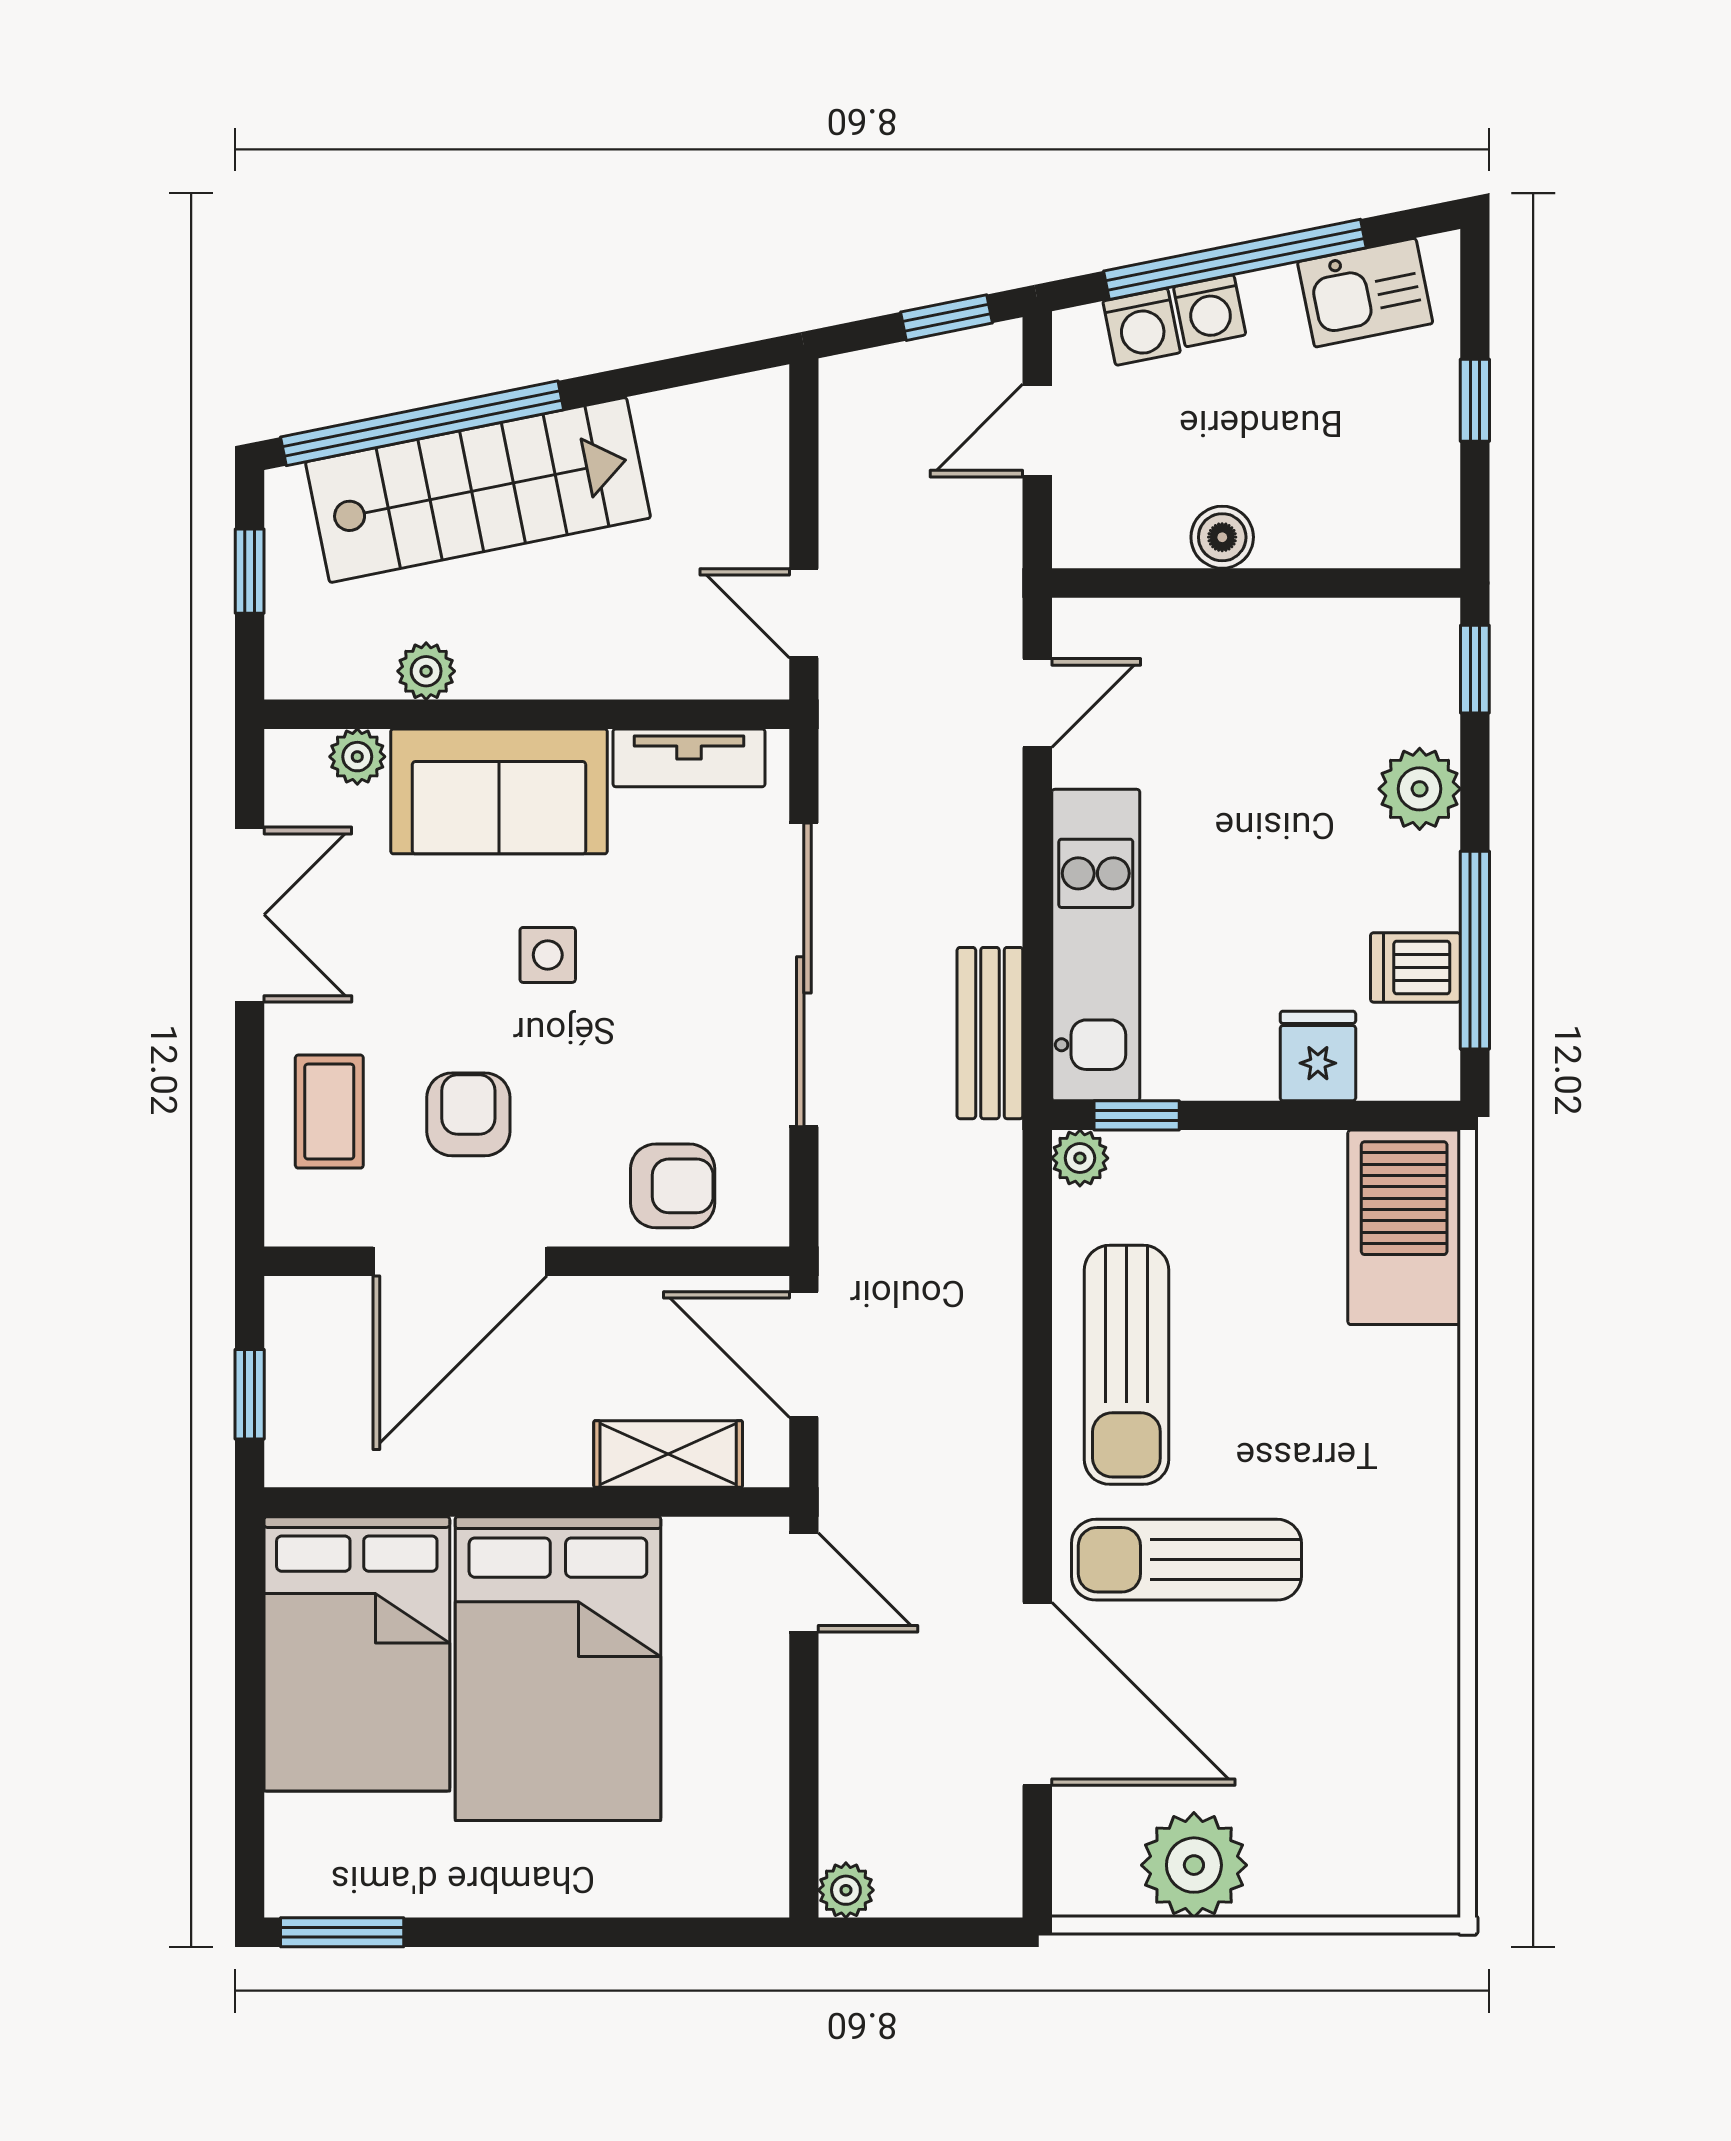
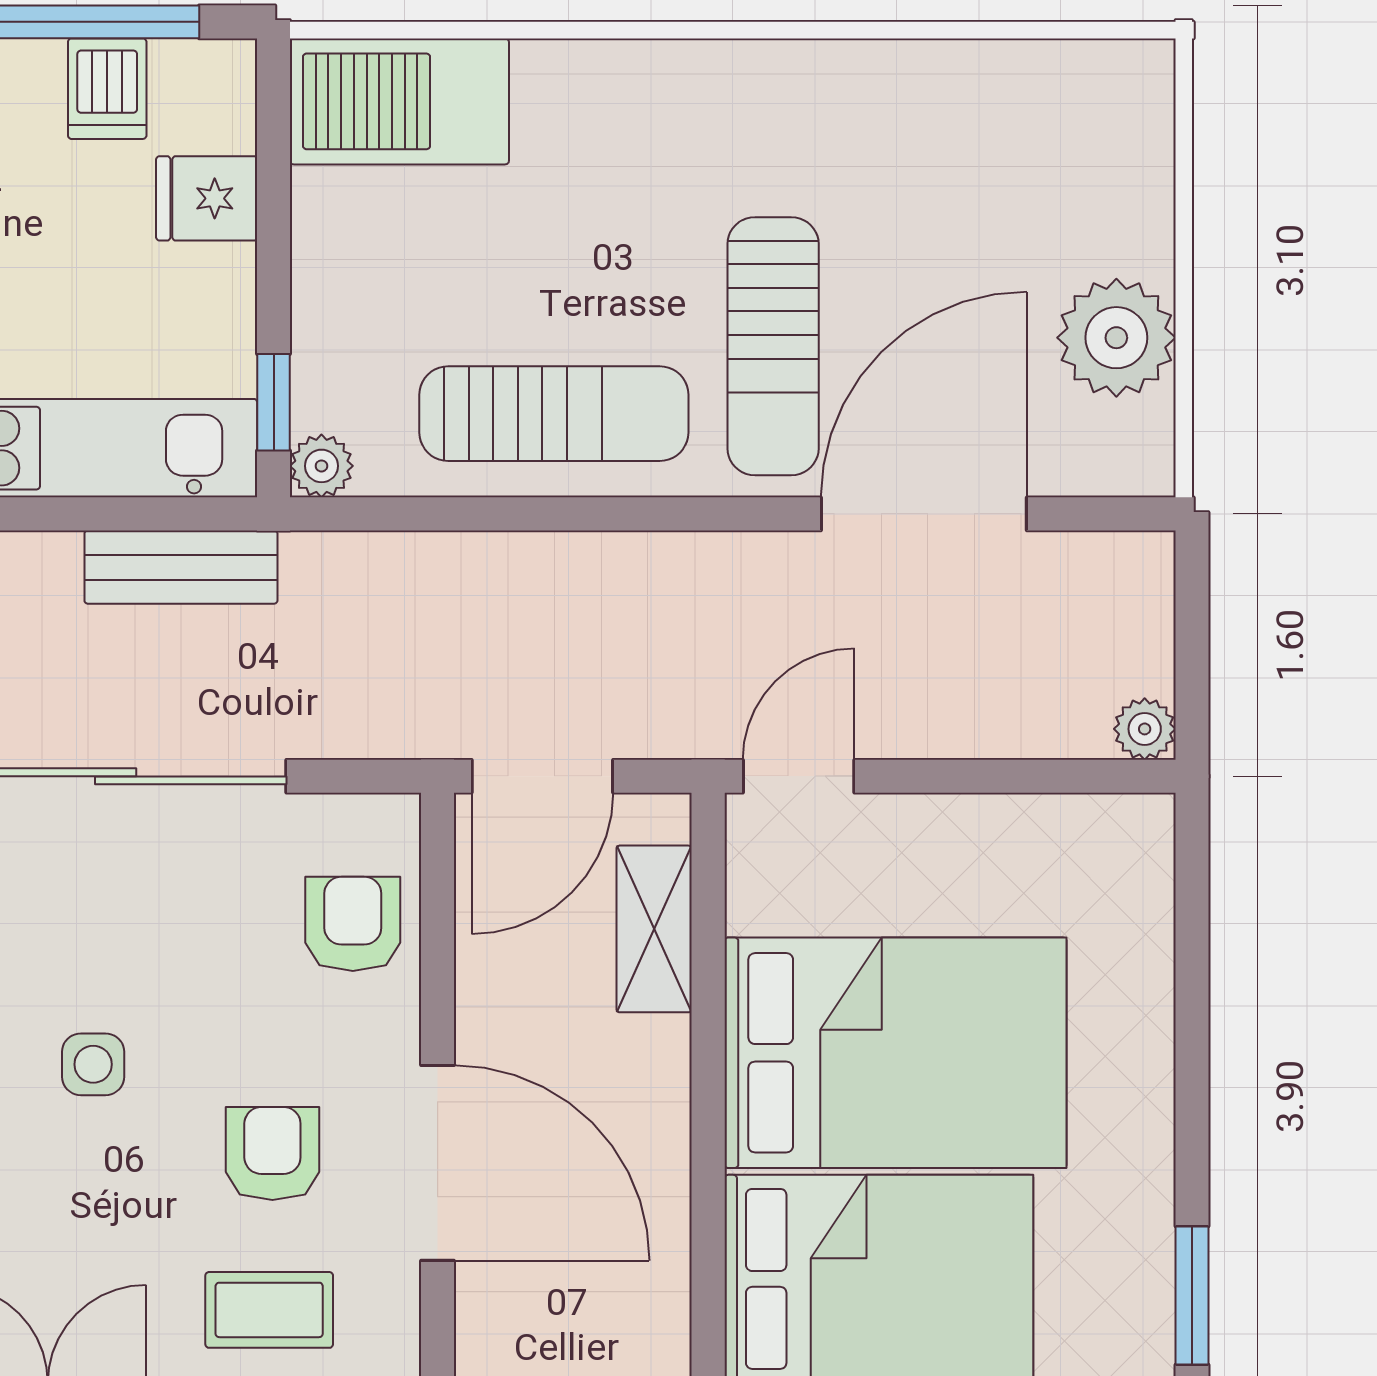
armchair: (468, 1114) -> (272, 1153), turned 90

